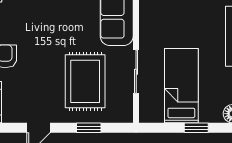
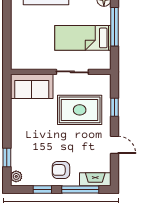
window: (196, 128) -> (114, 27), width x2.17

